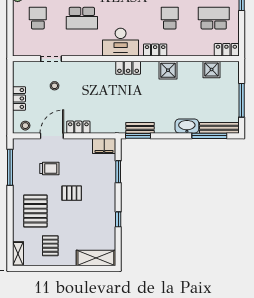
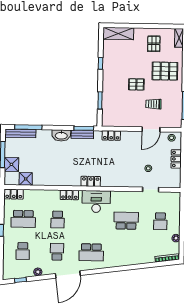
shower: (168, 70) -> (11, 164), moved
washbasin: (187, 126) -> (61, 135), moved
locker: (78, 127) -> (111, 135), moved
filing cabinet: (104, 146) -> (111, 121), removed
pallet: (35, 211) -> (165, 71), turned 90

